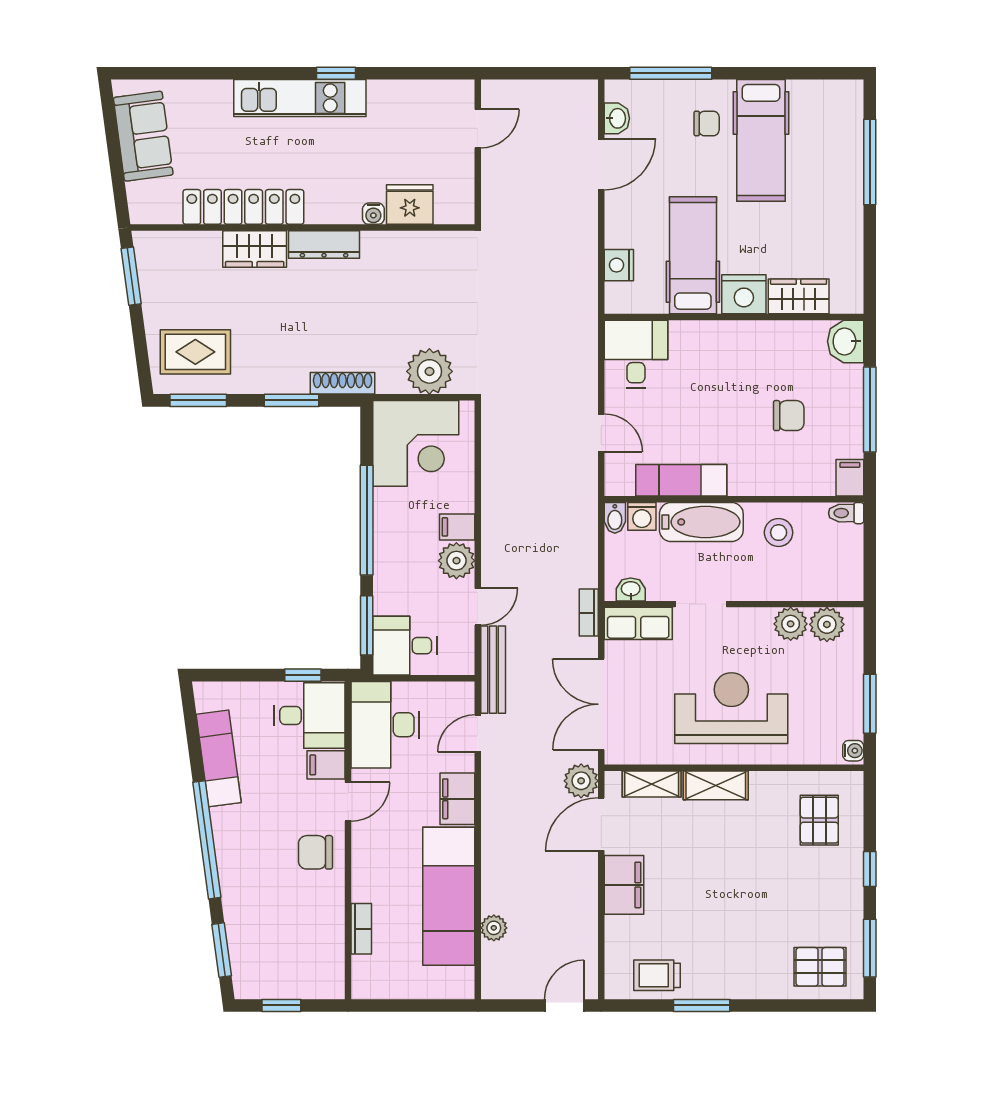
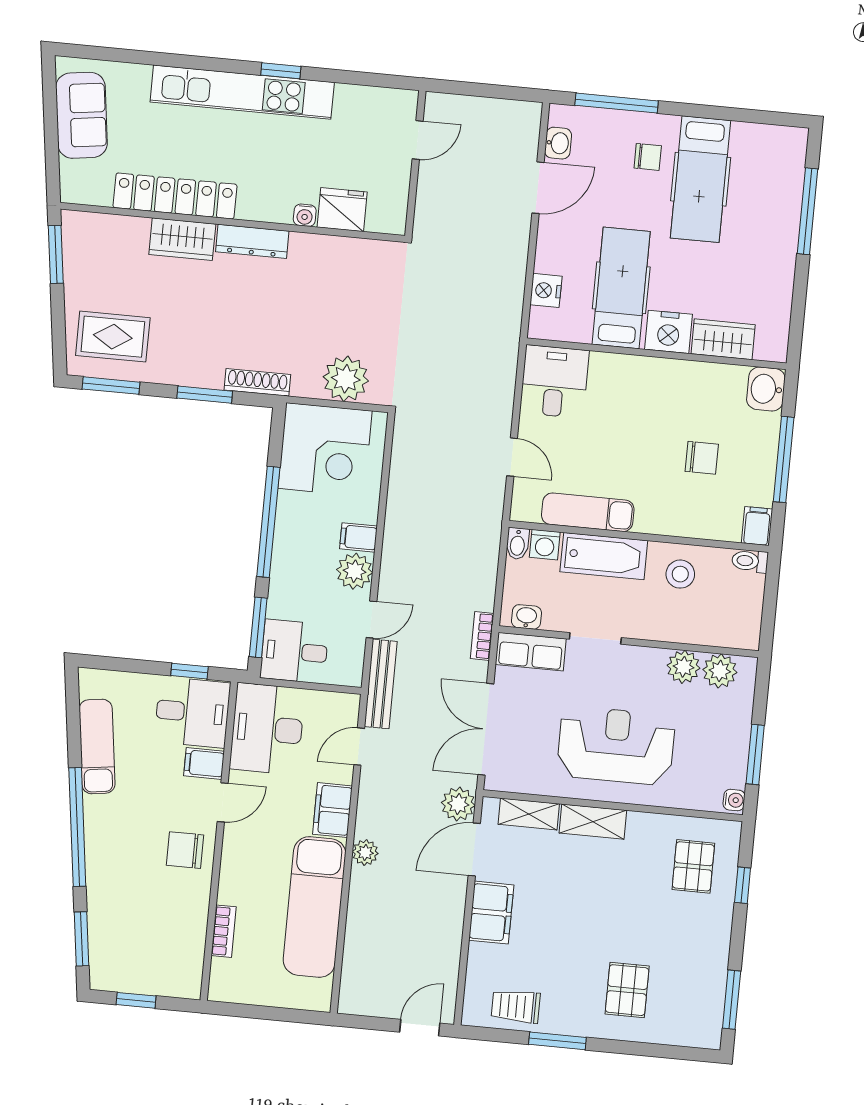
kitchen unit: (300, 98) -> (242, 92), width x1.36
window: (870, 869) -> (743, 885), moved
plant: (494, 928) -> (365, 852), moved
pallet: (820, 967) -> (627, 990), moved, turned 90

